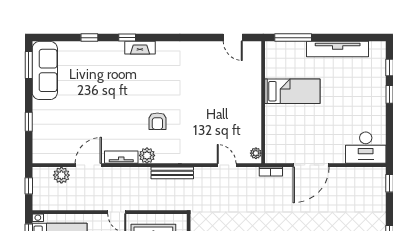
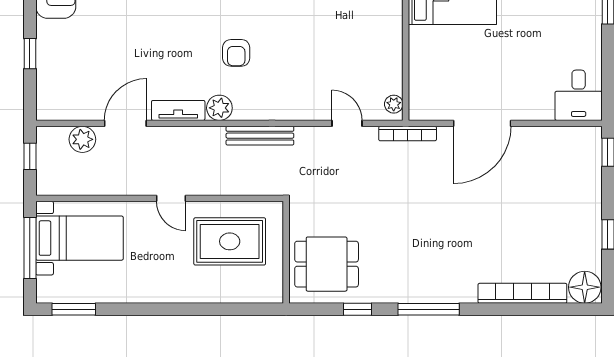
desk: (366, 148) -> (579, 95), width x0.73
bookcase: (271, 172) -> (408, 134), width x1.56

